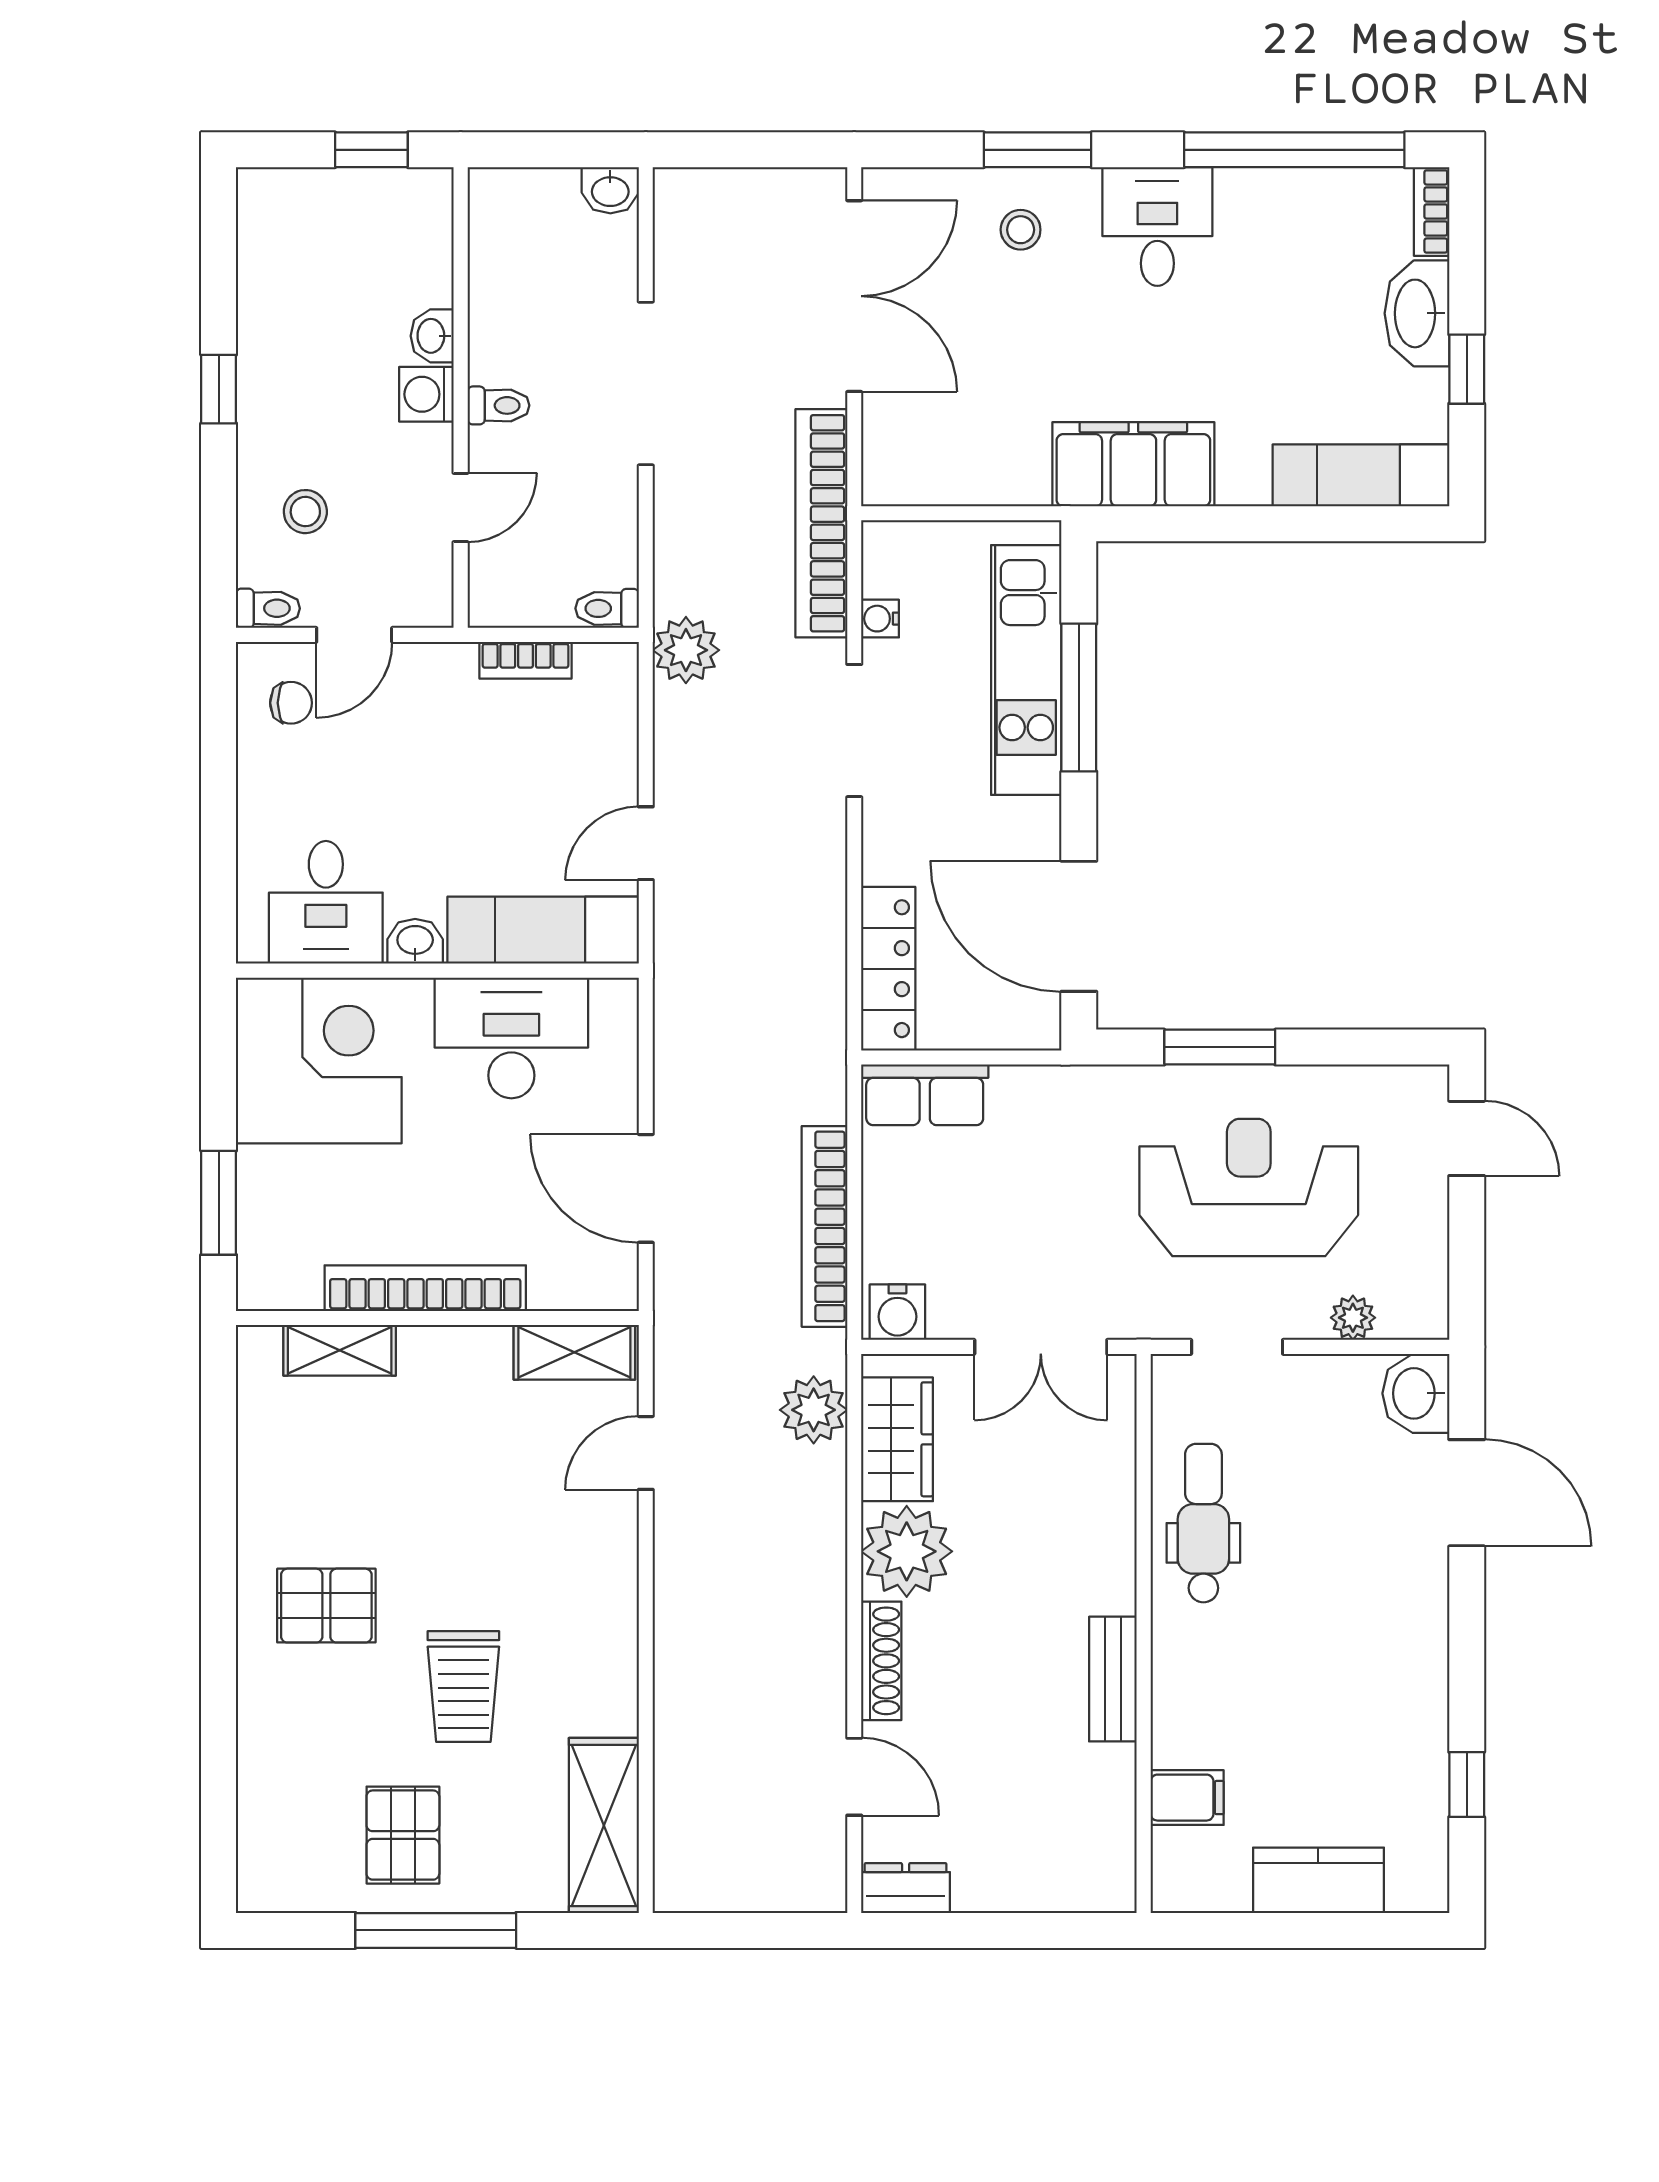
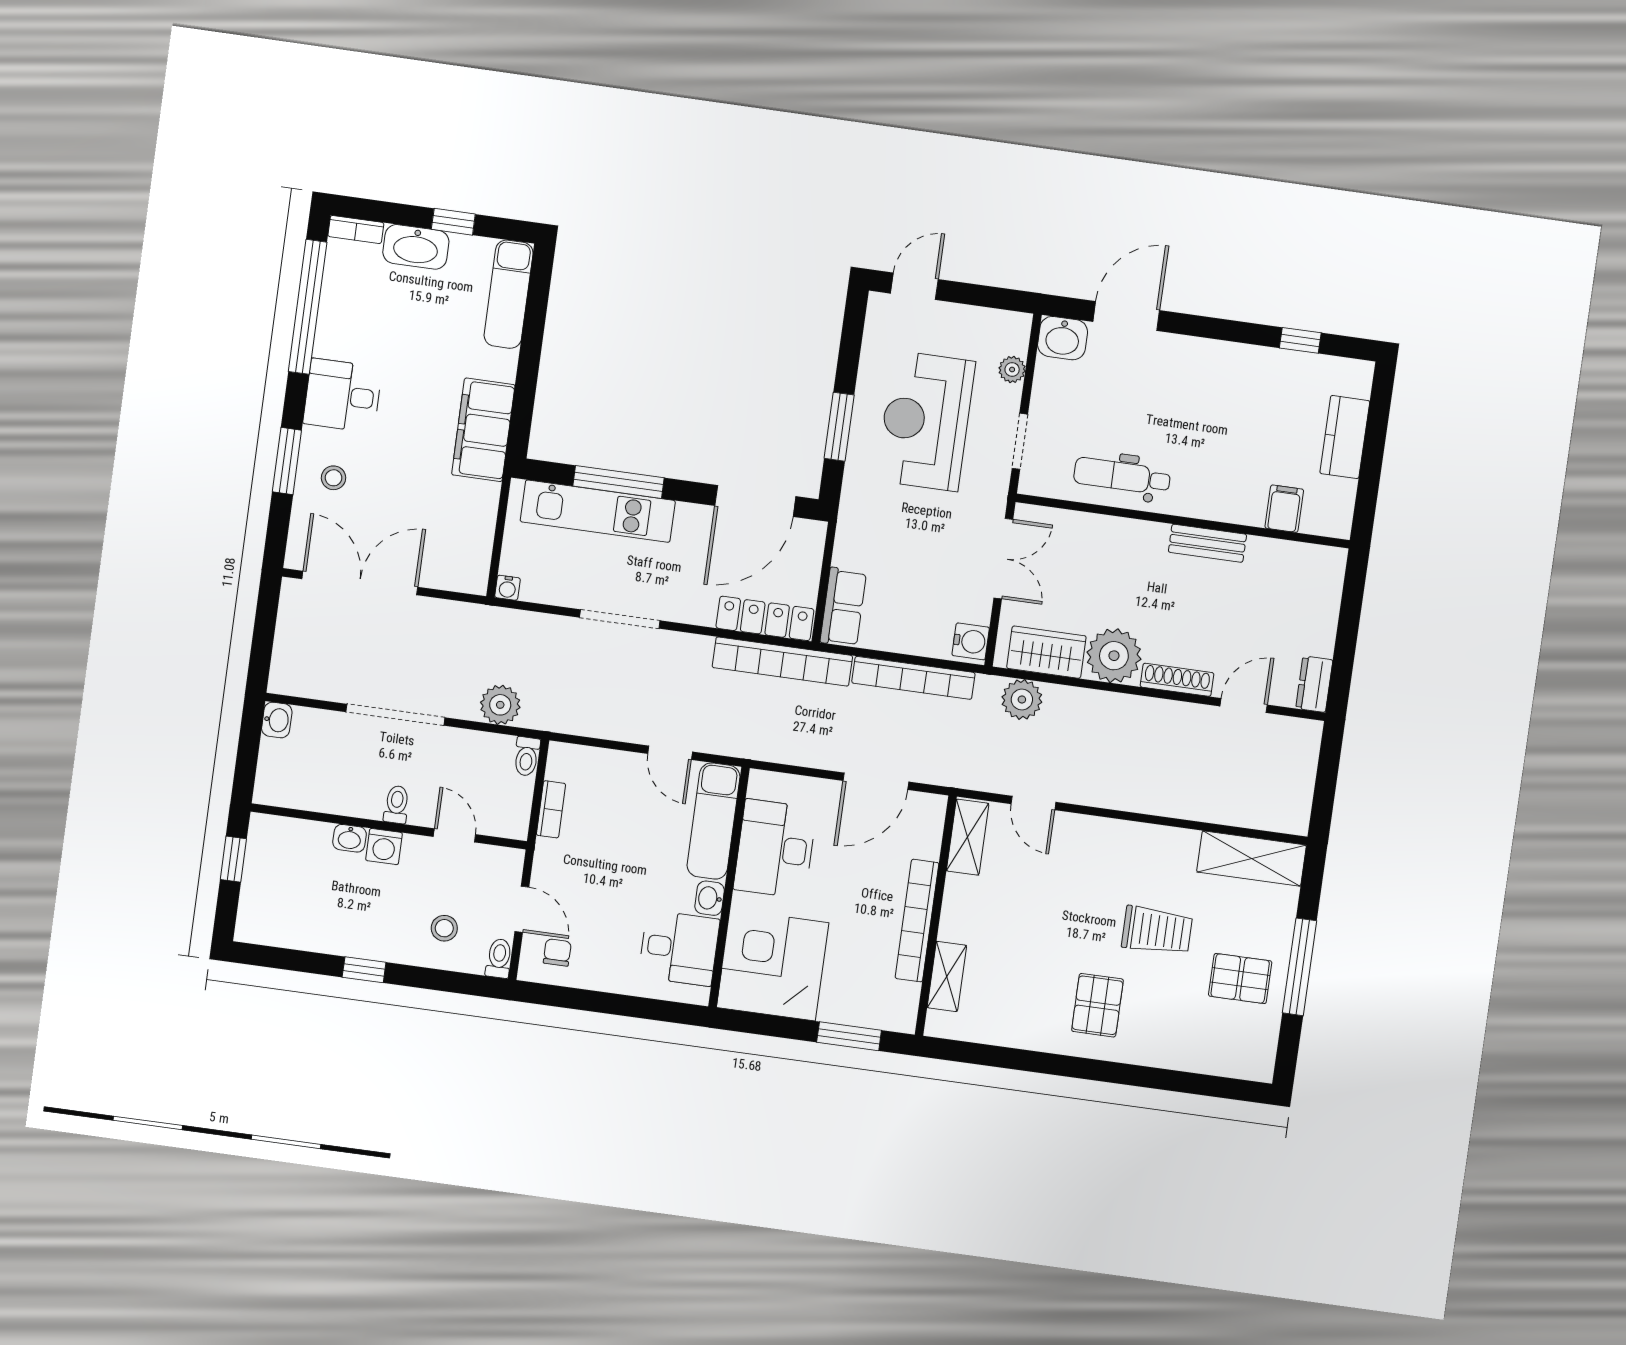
bookcase: (821, 523) -> (782, 662), moved
water cooler: (880, 619) -> (507, 588), moved
plant: (686, 650) -> (500, 705), moved

